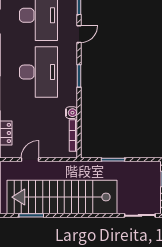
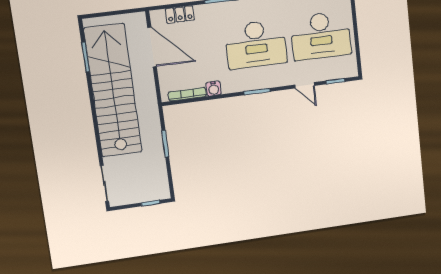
door: (30, 160) -> (152, 47), width x1.87

